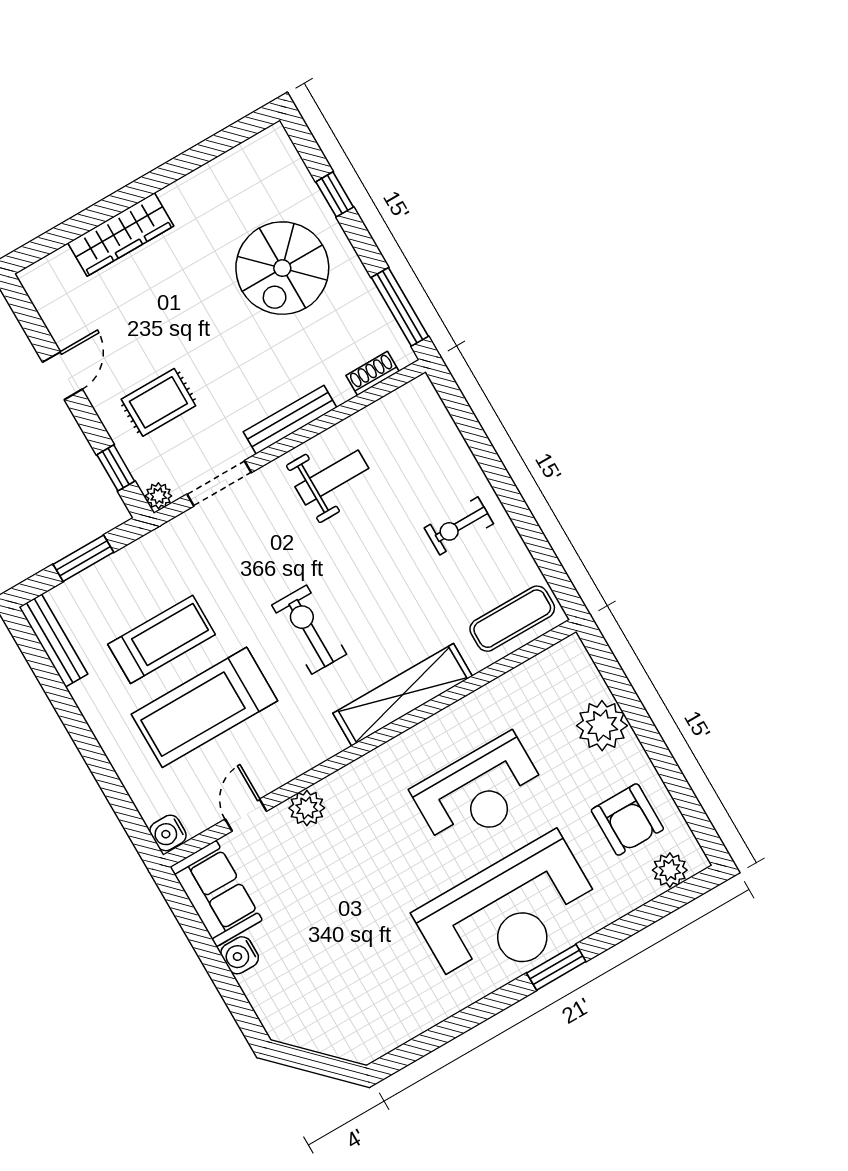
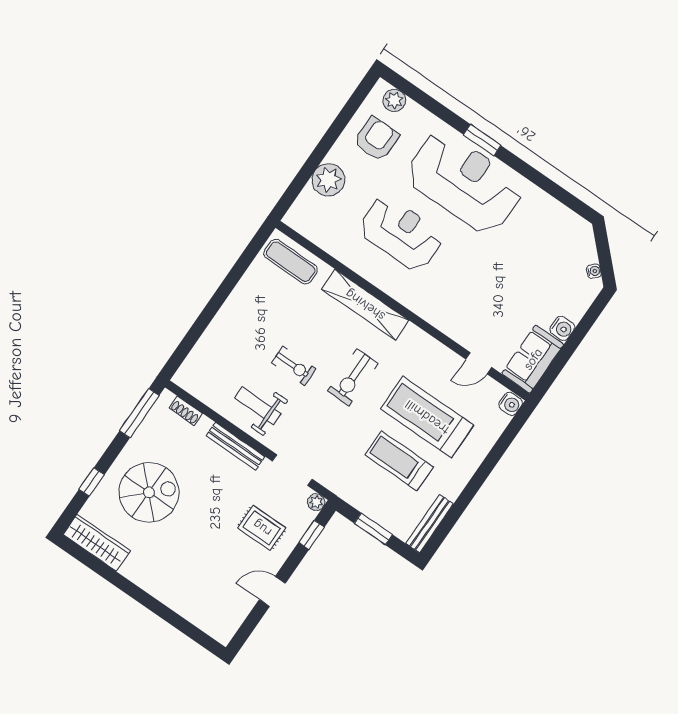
wardrobe: (121, 234) -> (97, 543), moved
exercise bike: (459, 526) -> (294, 366), moved
treadmill: (204, 707) -> (427, 417), turned 180
plant: (307, 808) -> (458, 330), removed
water cooler: (299, 1037) -> (594, 271), added

